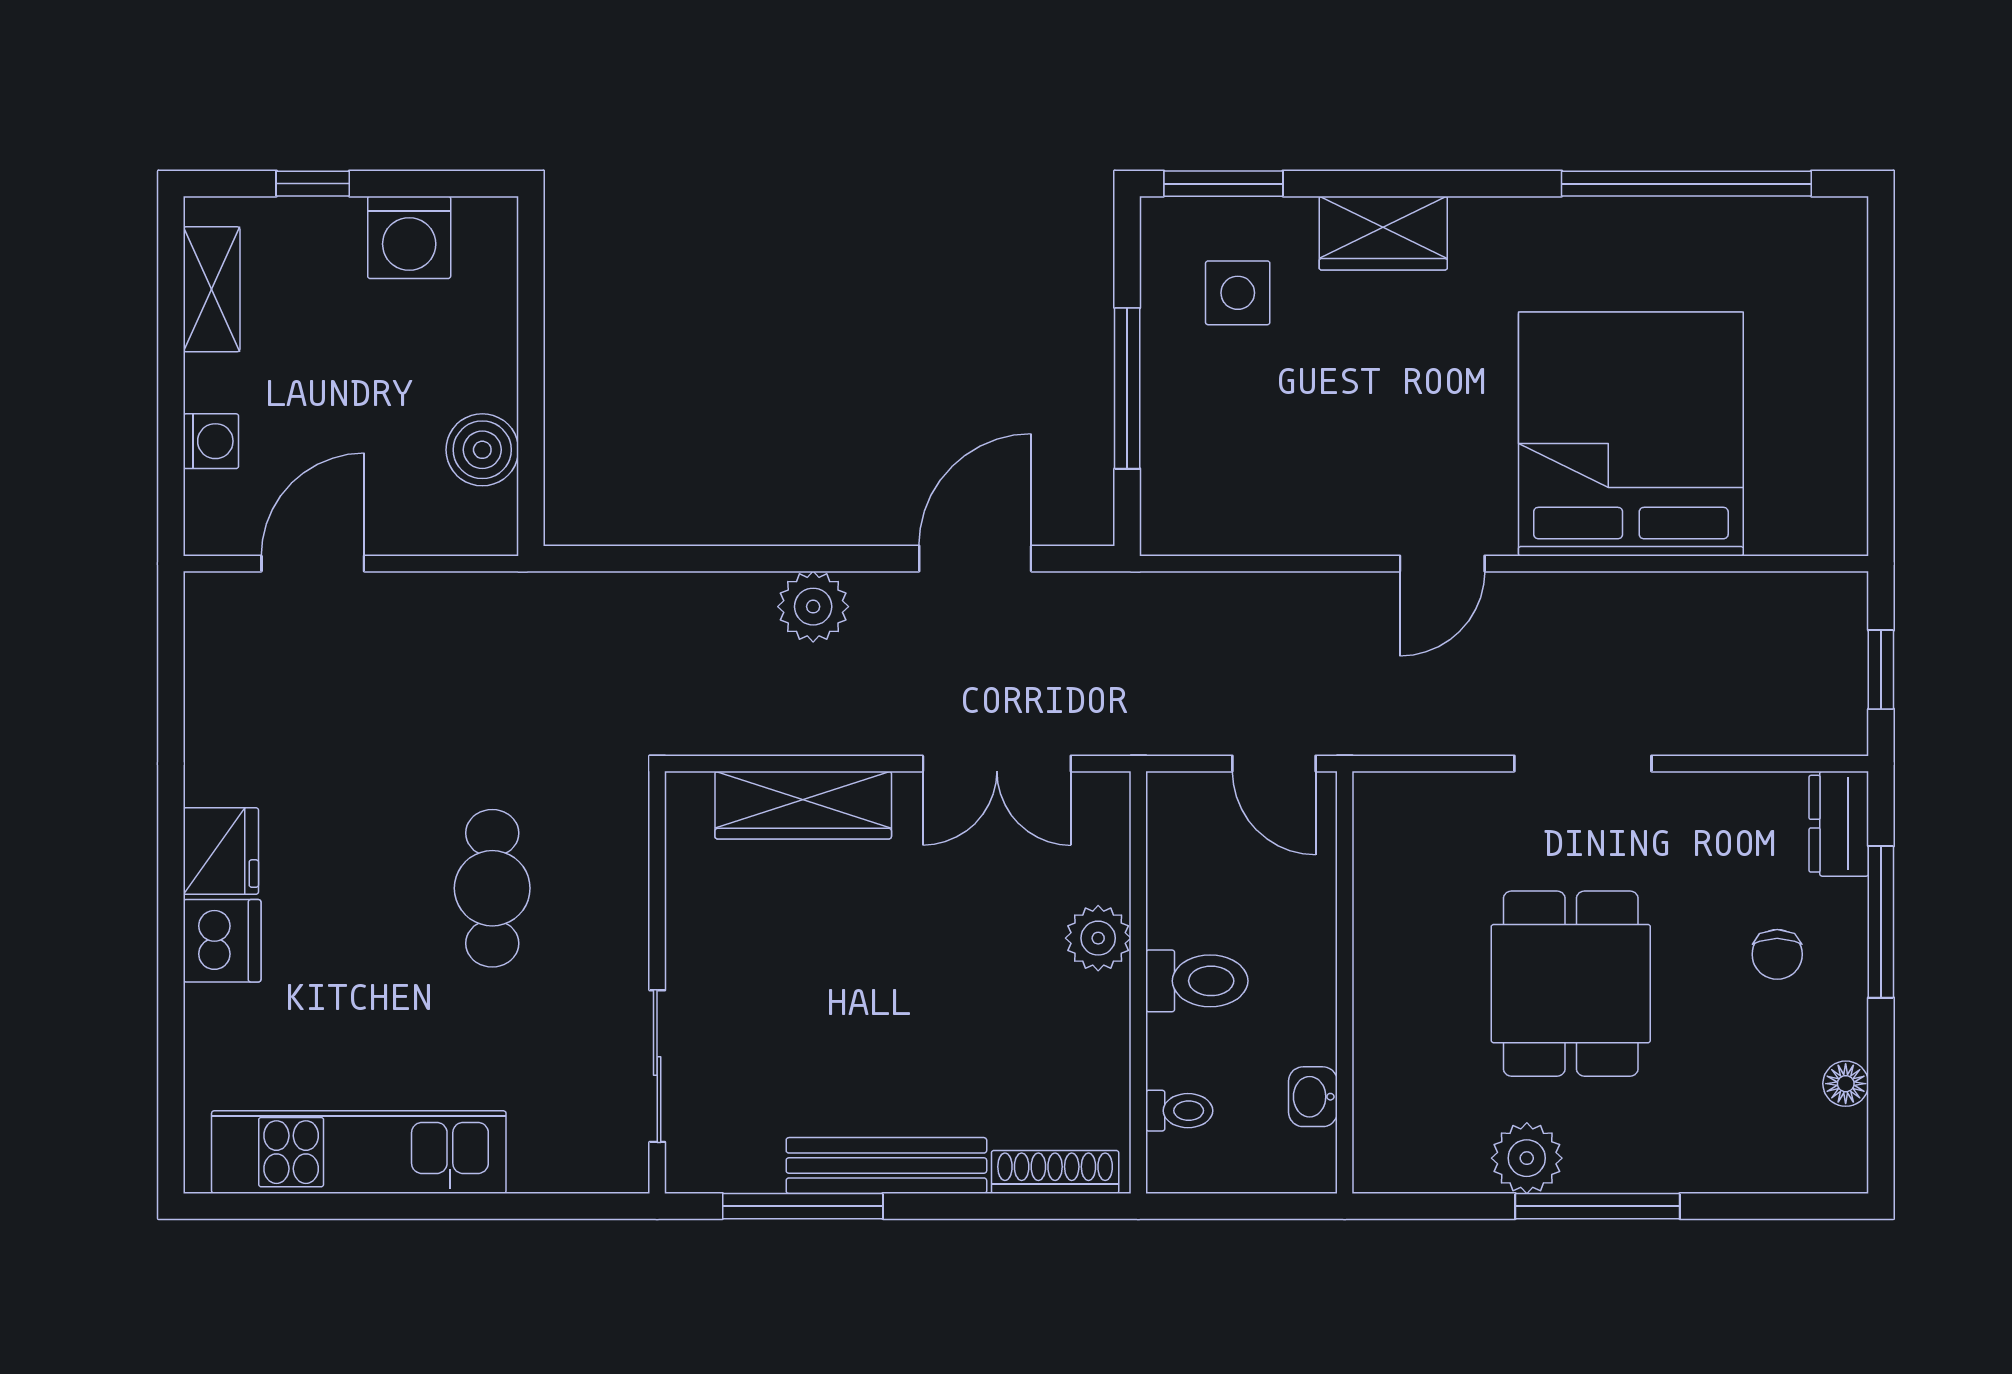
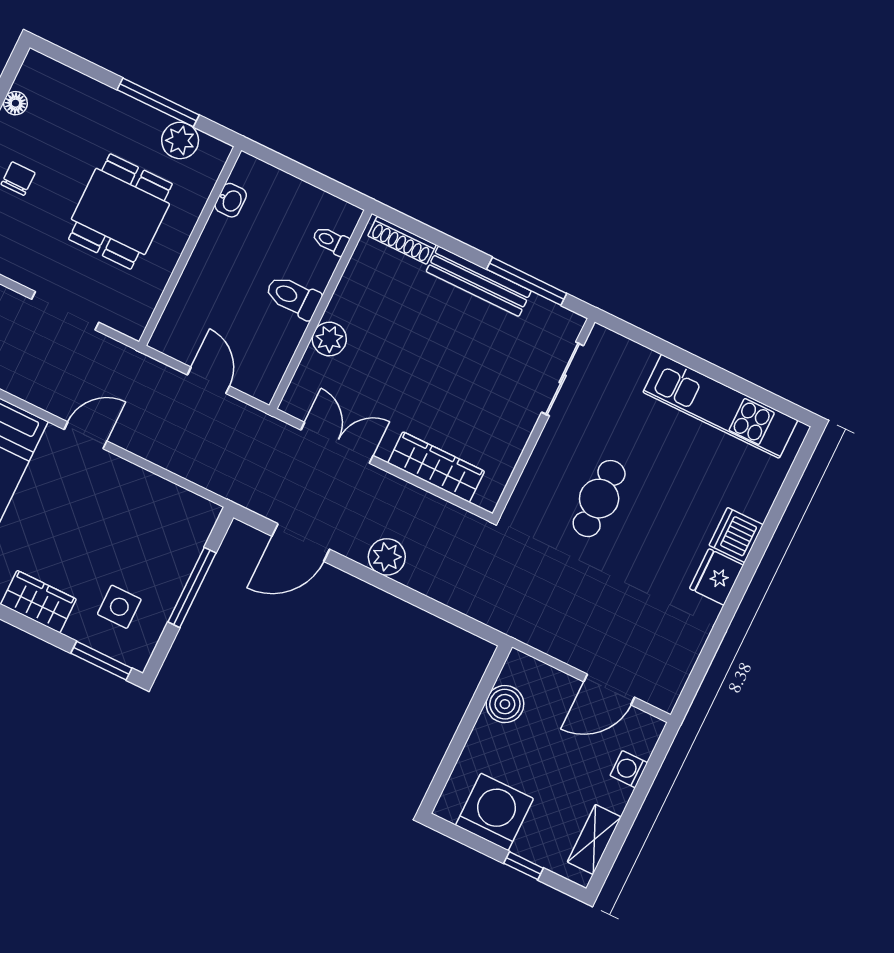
washing machine: (409, 237) -> (494, 812), width x1.37, depth x1.37
wall: (1345, 982) -> (190, 246), moved
washbasin: (1313, 1097) -> (231, 200), moved

